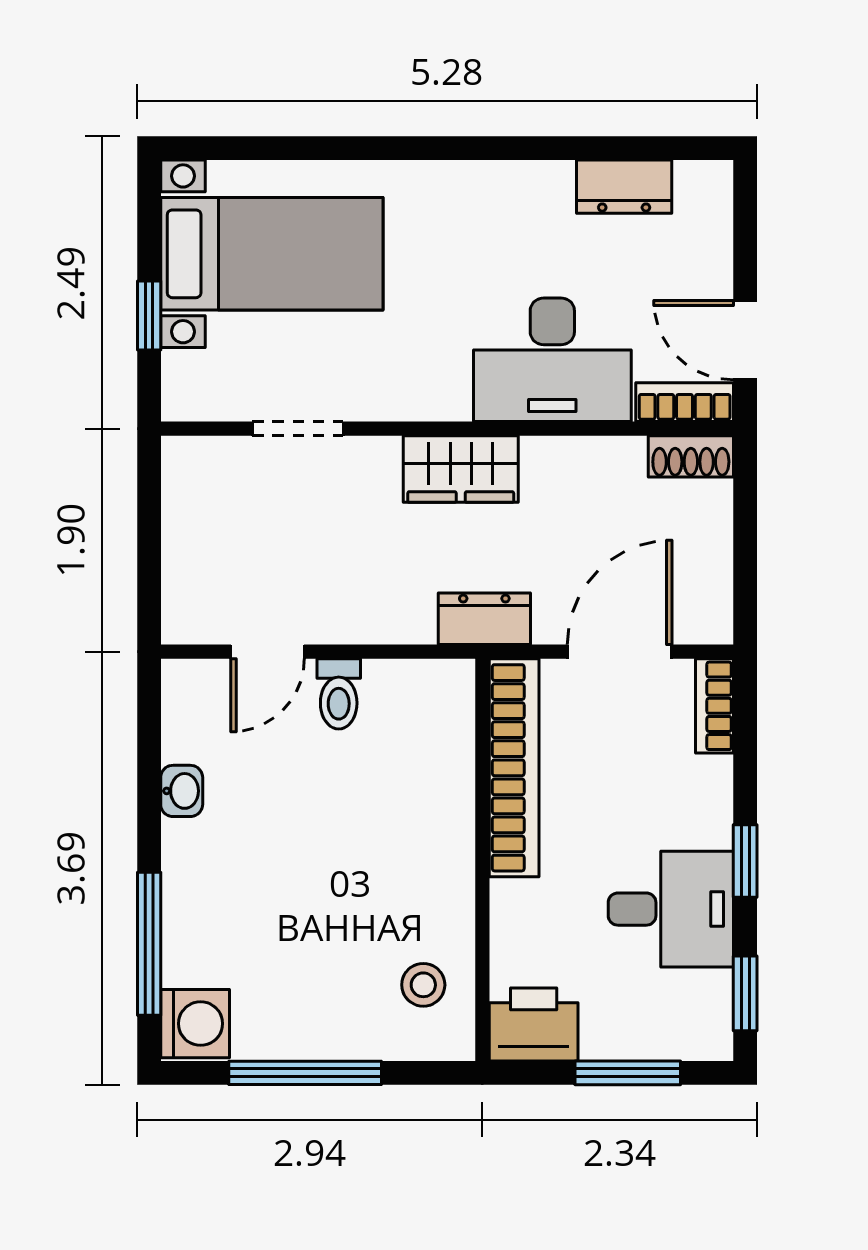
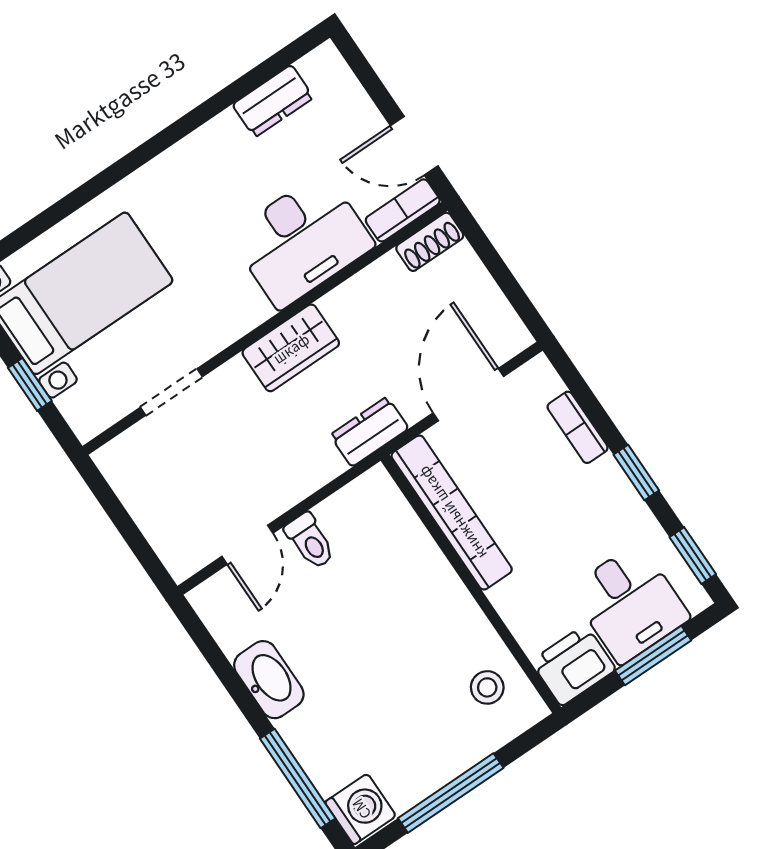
bookcase: (715, 706) -> (578, 427), moved
washbasin: (182, 791) -> (269, 680), width x1.91, depth x1.45
desk: (671, 909) -> (629, 603), moved, turned 90

